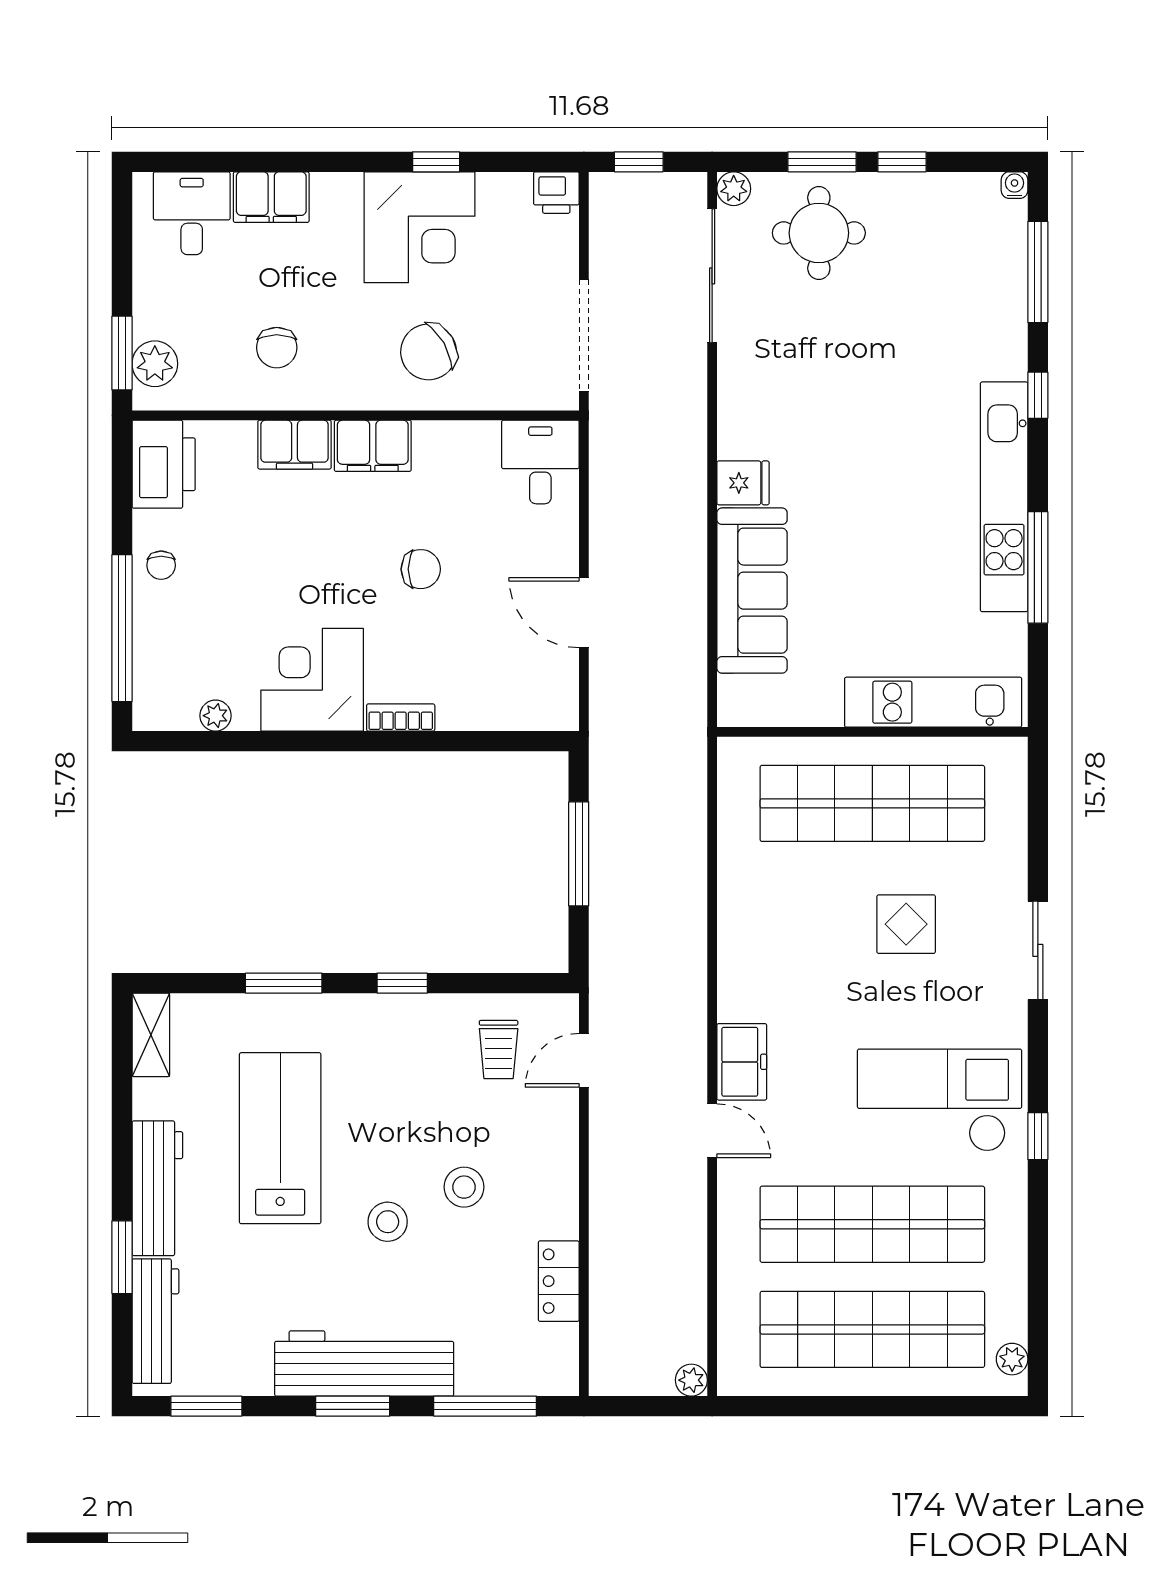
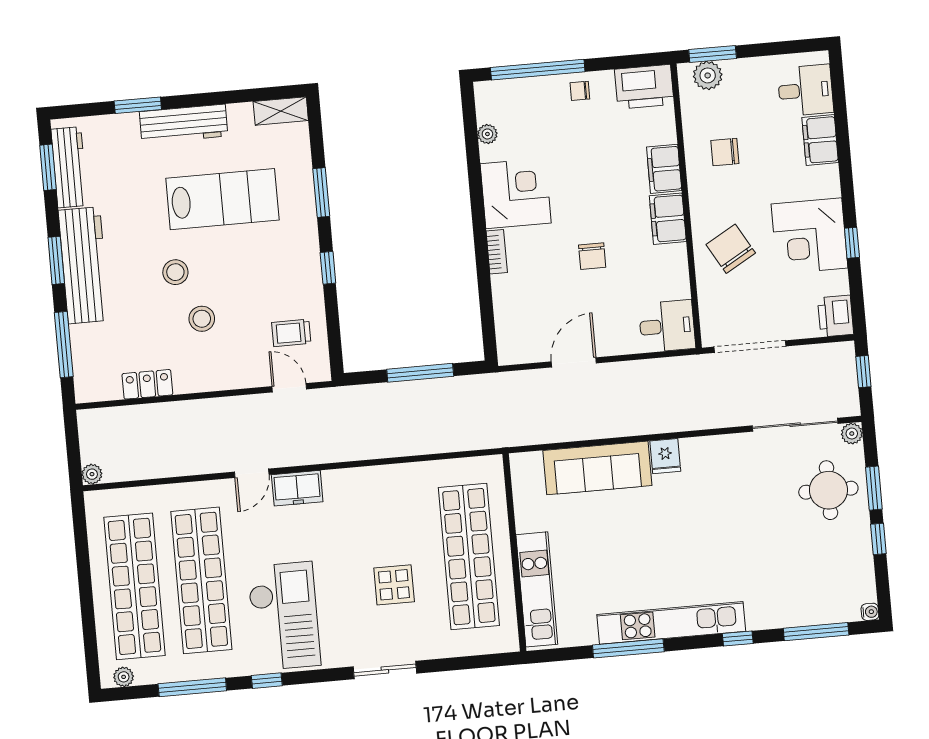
printer: (556, 193) -> (836, 316), width x1.36, depth x1.24
window: (1038, 1253) -> (192, 687), added
workbench: (155, 1321) -> (69, 167), moved, turned -90

